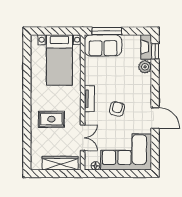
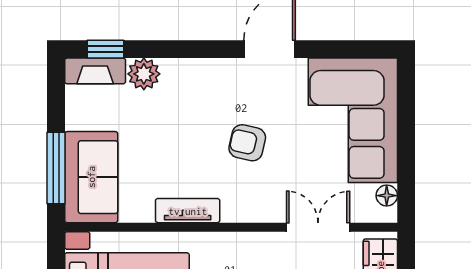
tv unit: (89, 99) -> (188, 211), moved

